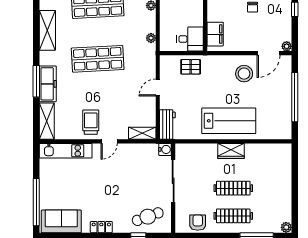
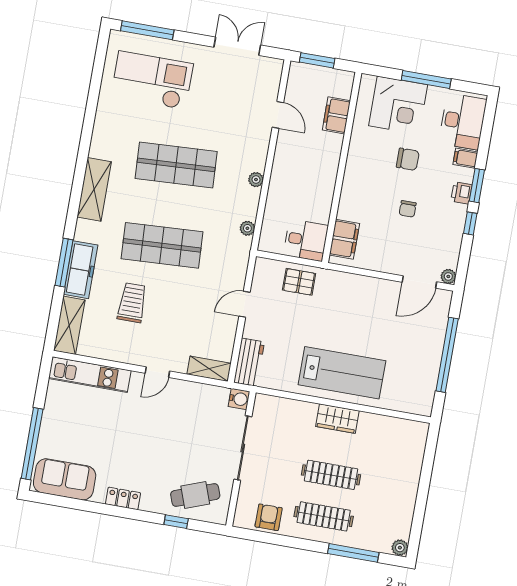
stool: (244, 74) -> (377, 306), removed
trolley: (91, 122) -> (132, 303), moved

